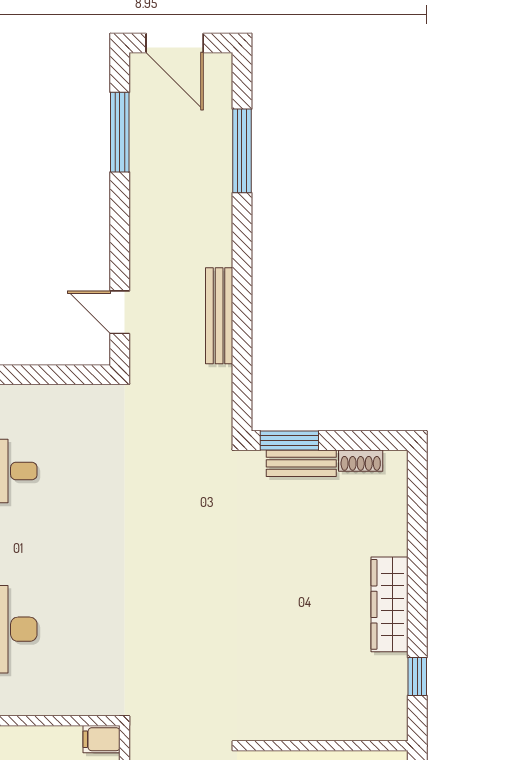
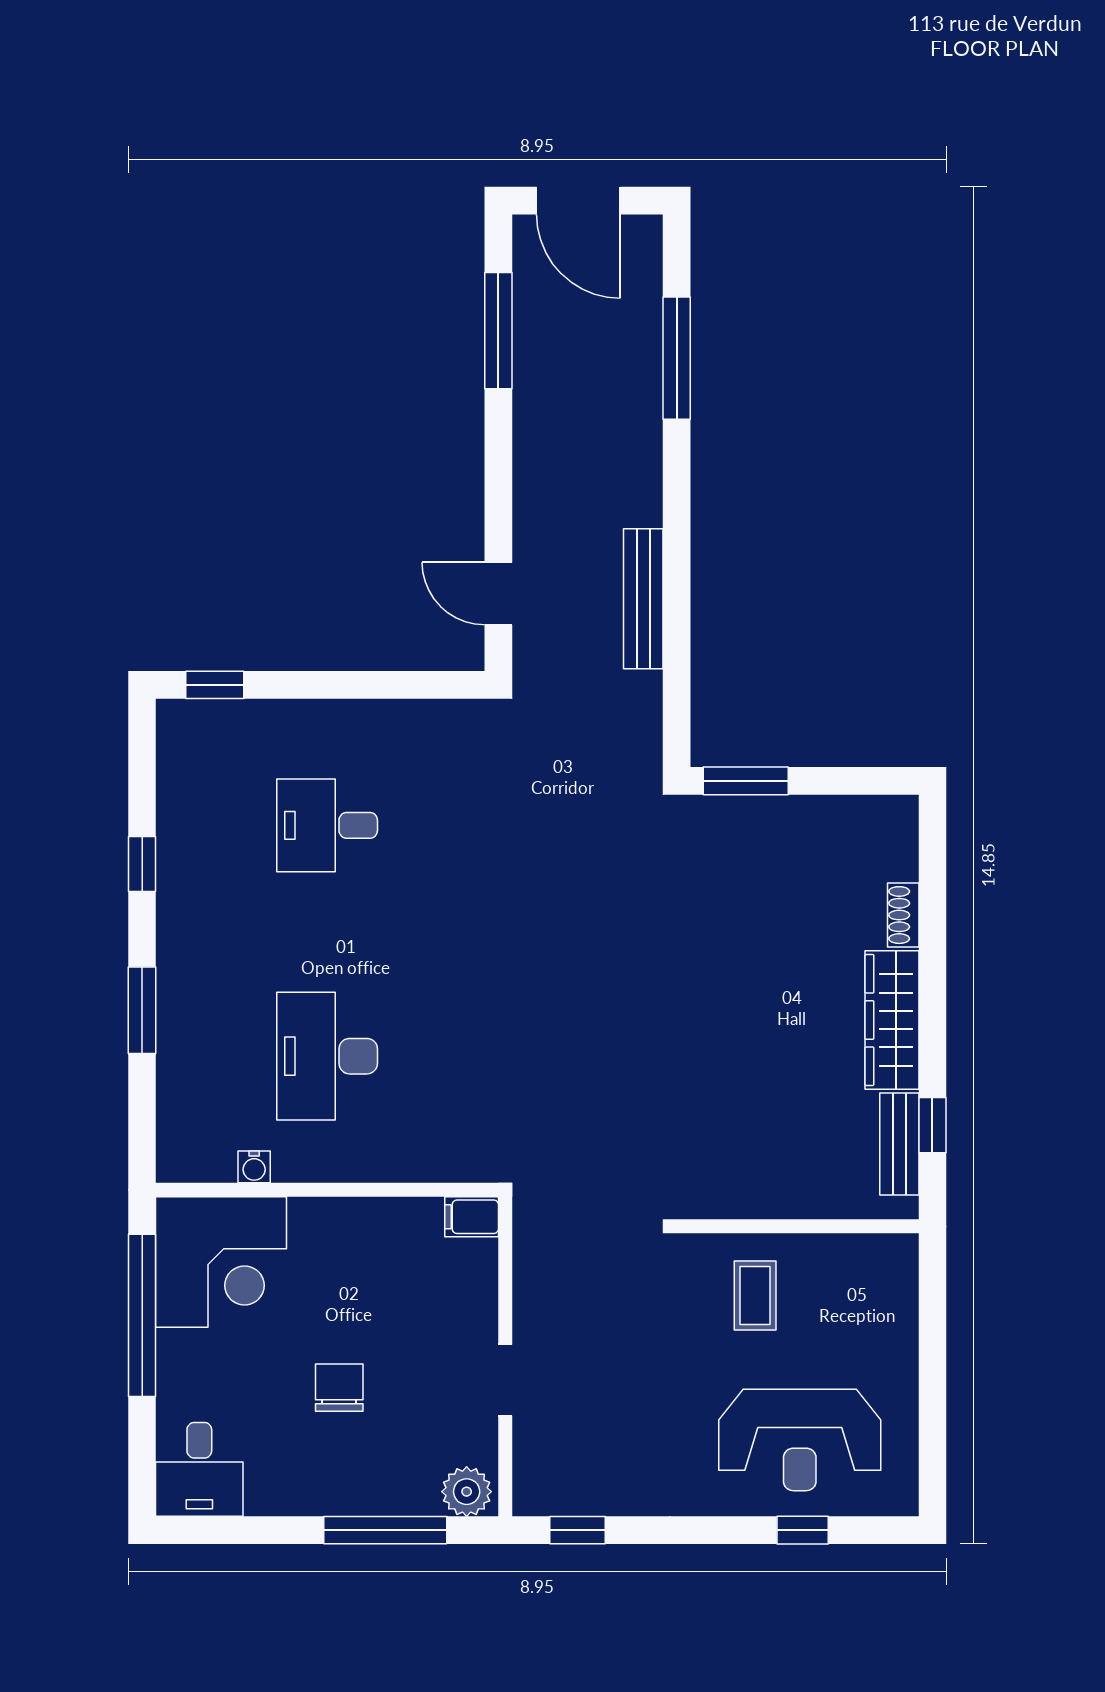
shoe rack: (361, 461) -> (903, 915), moved, turned 90
bench: (301, 463) -> (899, 1144), moved, turned 90

